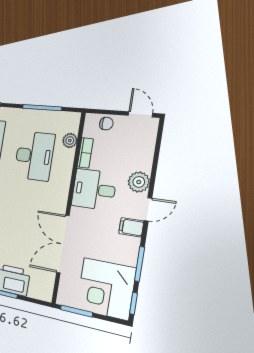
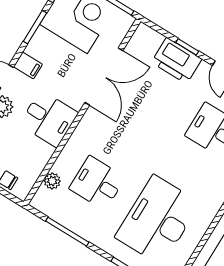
bookcase: (85, 153) -> (42, 160), removed
desk: (34, 156) -> (97, 183), width x0.73

